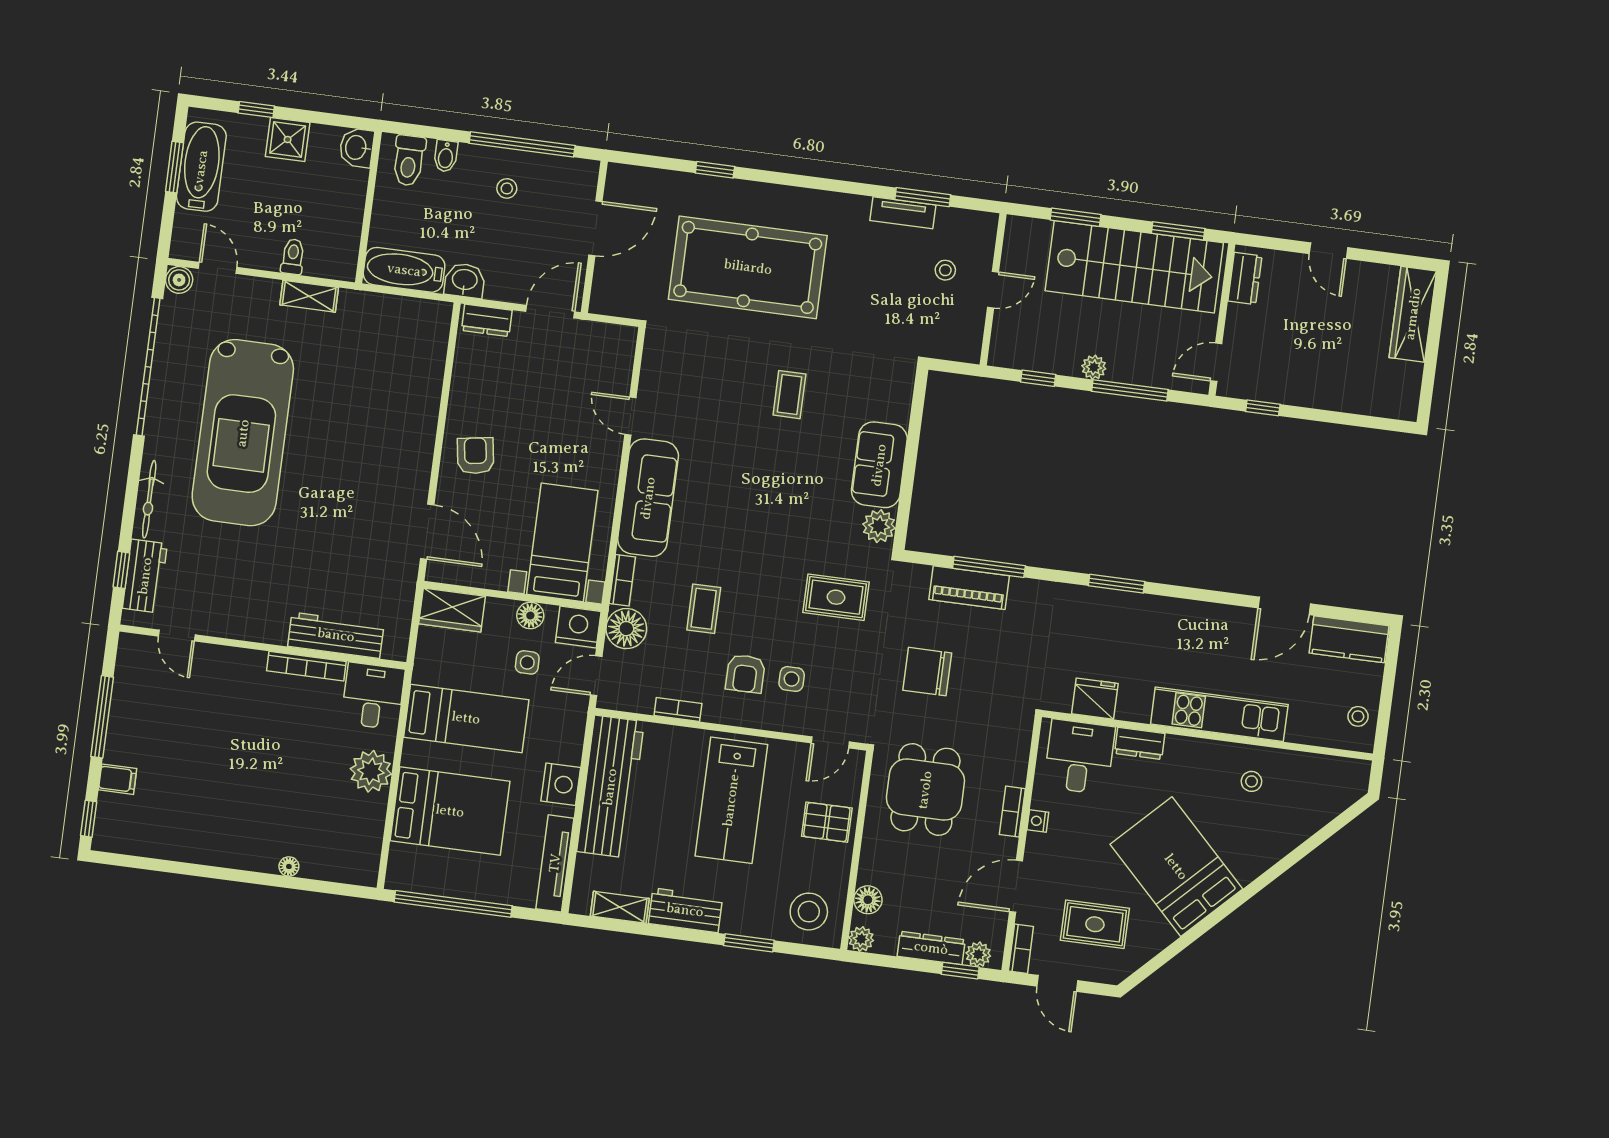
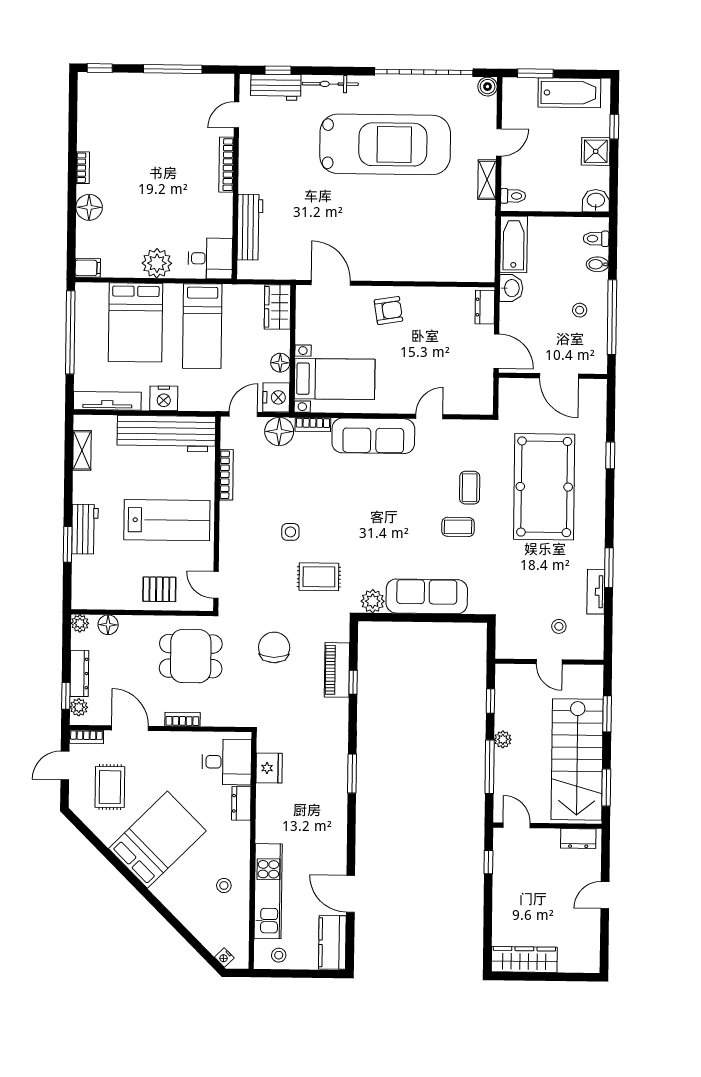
toilet: (409, 160) -> (596, 239), width x0.73, depth x0.72
window: (174, 167) -> (535, 73), moved
window: (923, 197) -> (609, 568), moved
toilet: (293, 257) -> (513, 196), moved
door: (218, 268) -> (499, 142), moved
wardrobe: (1413, 314) -> (524, 959), moved
car: (243, 433) -> (385, 144), turned 180
sofa: (879, 465) -> (427, 596), width x1.36
door: (427, 532) -> (331, 283), swing flipped
window: (989, 567) -> (353, 682), width x0.46
rug: (836, 597) -> (319, 577), turned 90
coffee table: (704, 609) -> (470, 488), moved, turned 90
side table: (527, 662) -> (247, 364), removed
bookcase: (306, 666) -> (226, 165), moved
armchair: (745, 674) -> (257, 519), removed
door: (596, 676) -> (243, 414), hinge flipped
side table: (792, 679) -> (290, 532), moved
bookcase: (678, 709) -> (226, 475), width x1.56
kitchen unit: (1219, 714) -> (268, 891), moved
filing cabinet: (118, 779) -> (88, 268), moved, turned -90
lab bench: (731, 800) -> (167, 520), turned 180
nightstand: (1038, 821) -> (224, 957), moved, turned -135
pallet: (827, 822) -> (159, 589), turned 90
bookcase: (225, 859) -> (83, 168), added
floor lamp: (289, 866) -> (89, 207), width x1.89, depth x1.89
workbench: (685, 910) -> (85, 529), moved
stool: (809, 912) -> (95, 584), removed

